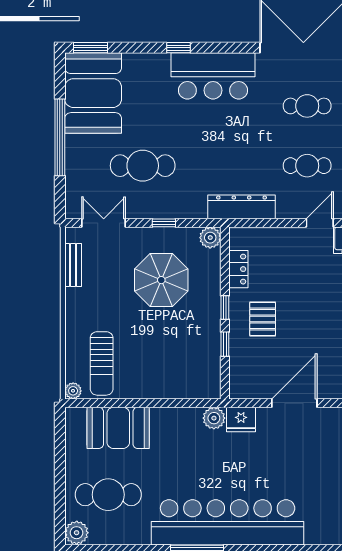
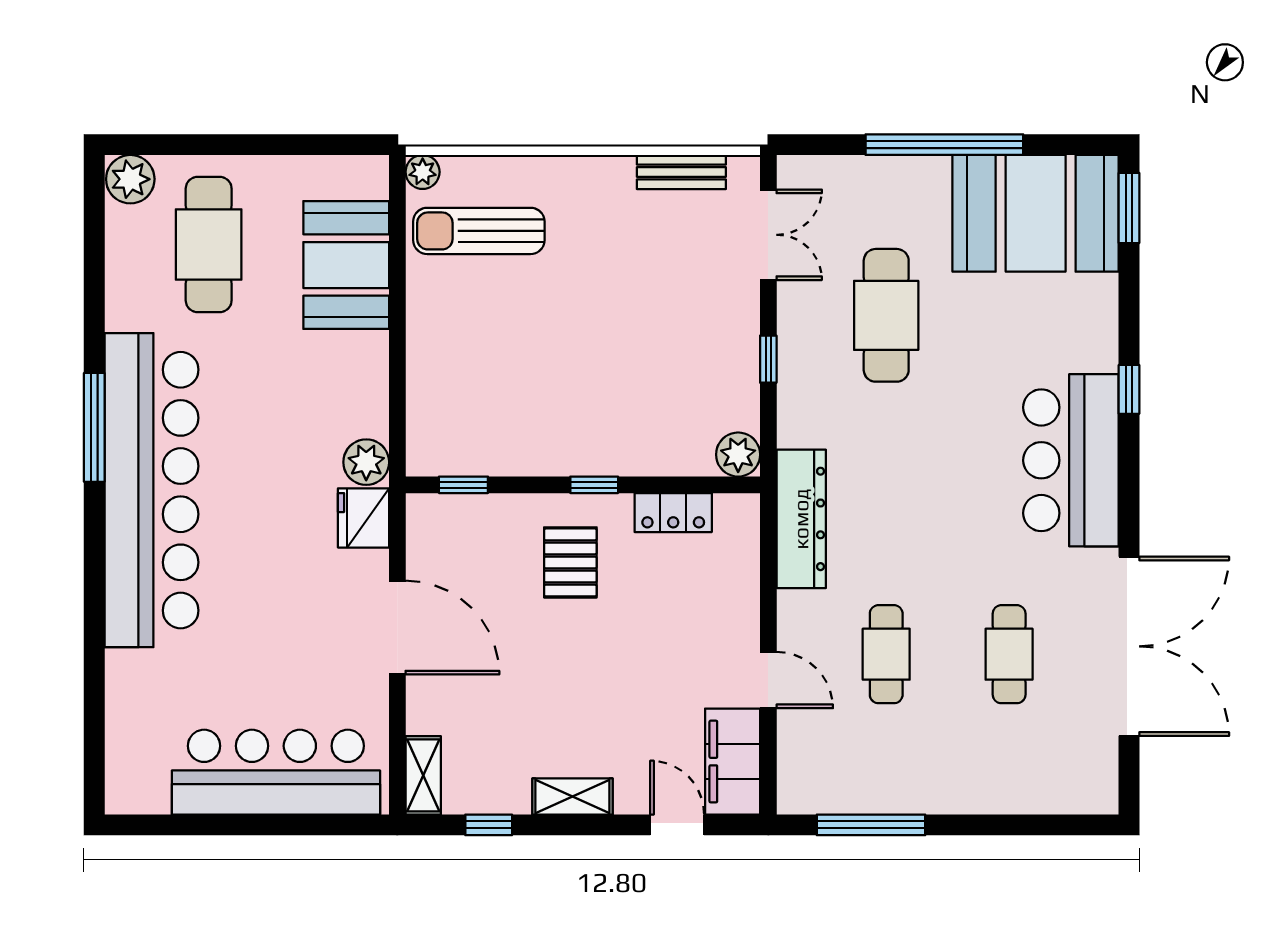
parasol: (161, 280) -> (651, 354), removed
pallet: (263, 319) -> (570, 562), turned 90
window: (225, 344) -> (463, 485), moved

